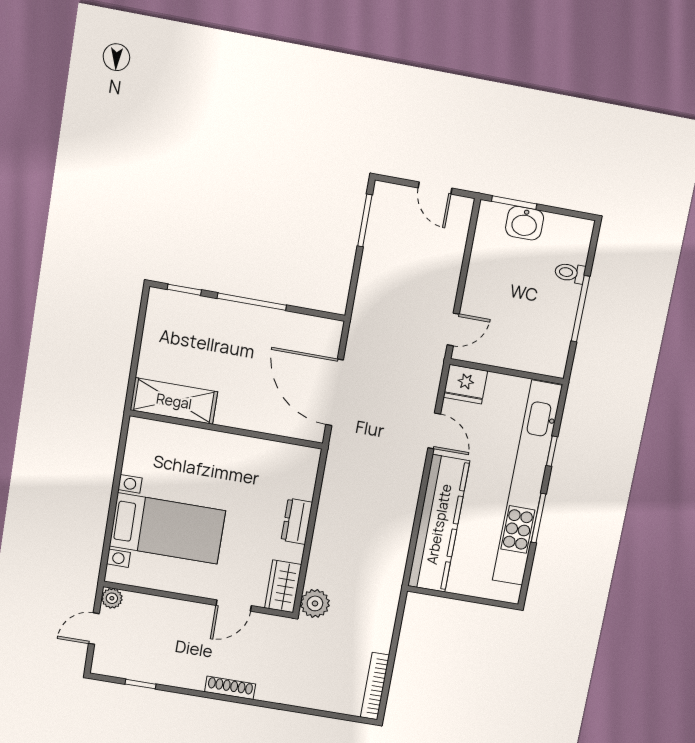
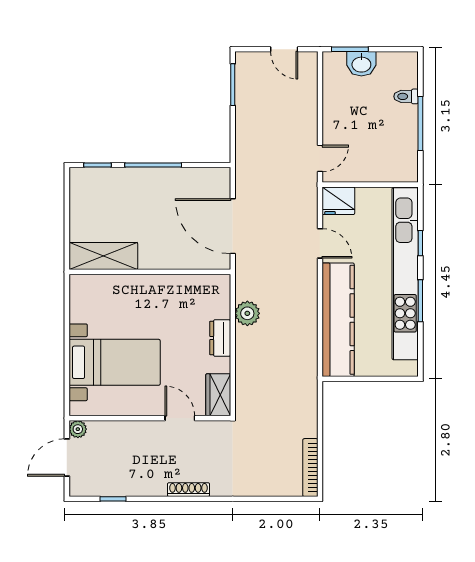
plant: (315, 603) -> (247, 313), moved
door: (234, 606) -> (180, 418), swing flipped
door: (94, 629) -> (67, 458), width x1.38

